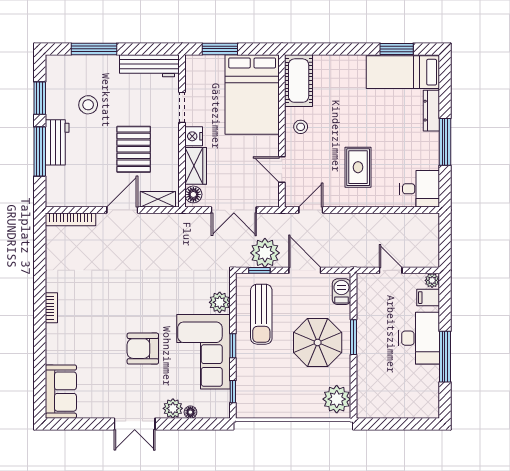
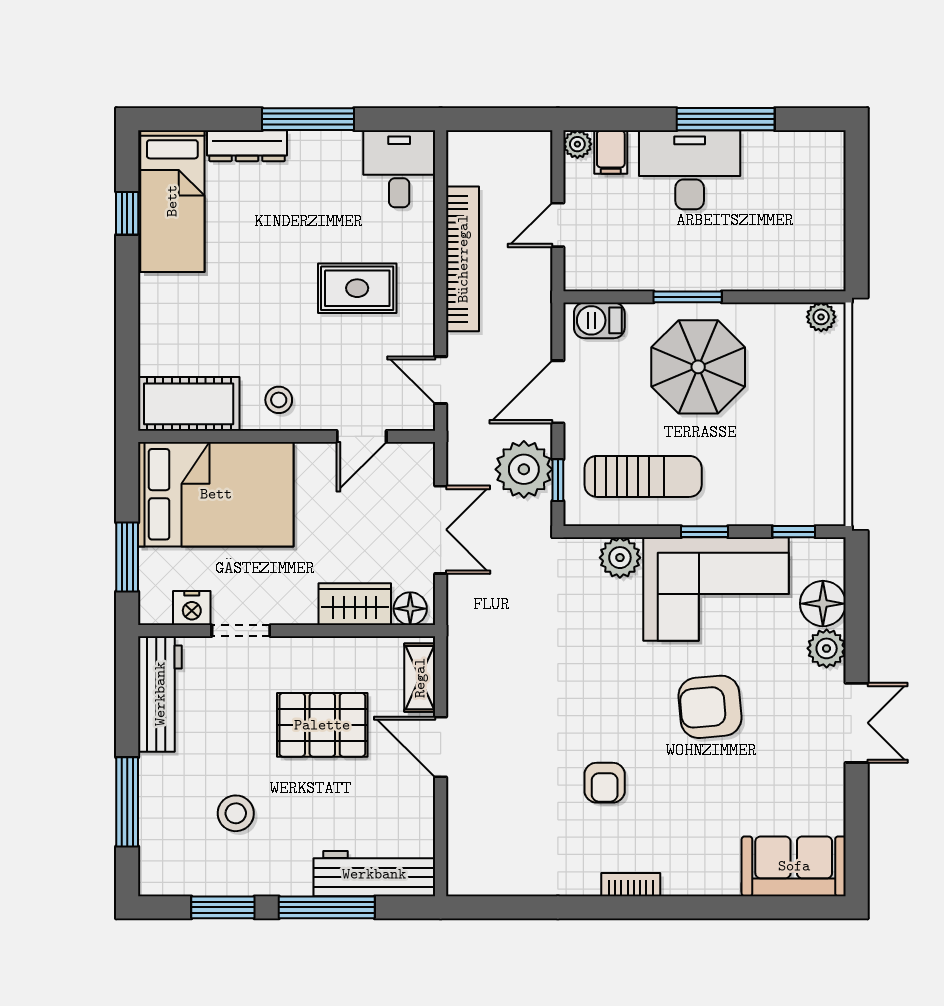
window: (397, 49) -> (127, 213), width x0.67
nightstand: (194, 136) -> (192, 608), moved
workbench: (57, 142) -> (374, 874), moved, width x1.38
bookcase: (71, 219) -> (463, 259), moved, width x1.48, depth x1.31
armchair: (104, 294) -> (605, 783), added
armchair: (143, 349) -> (710, 707), turned 85
plant: (337, 399) -> (821, 317), width x0.53, depth x0.53
floor lamp: (190, 412) -> (823, 604), width x1.89, depth x1.89

